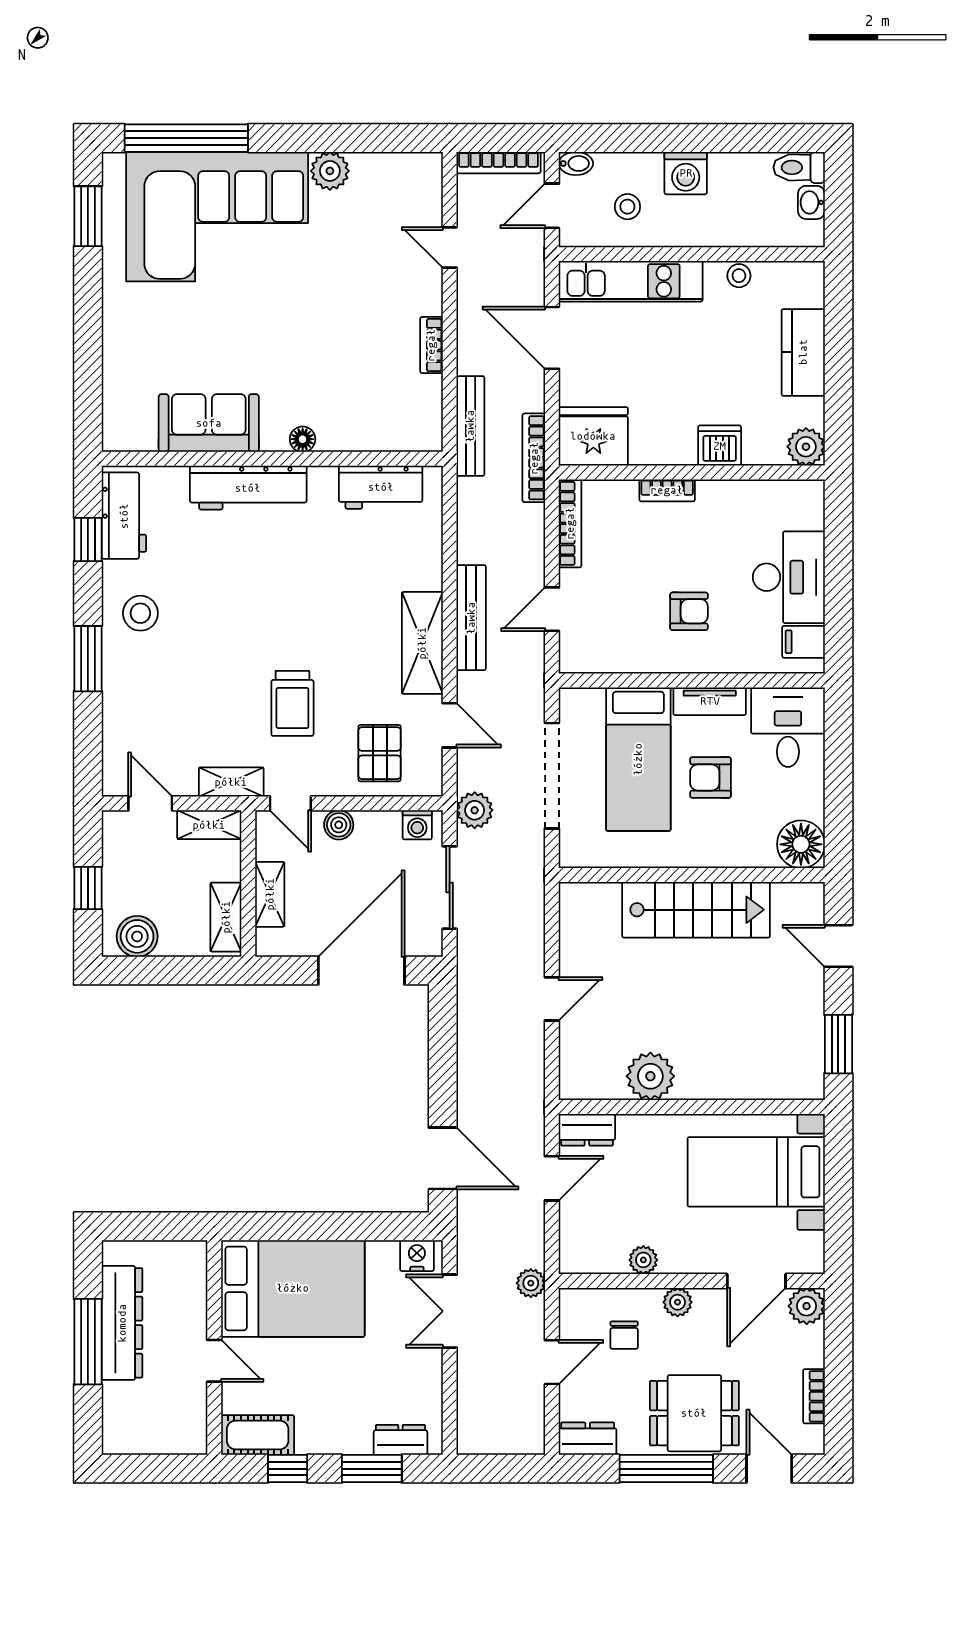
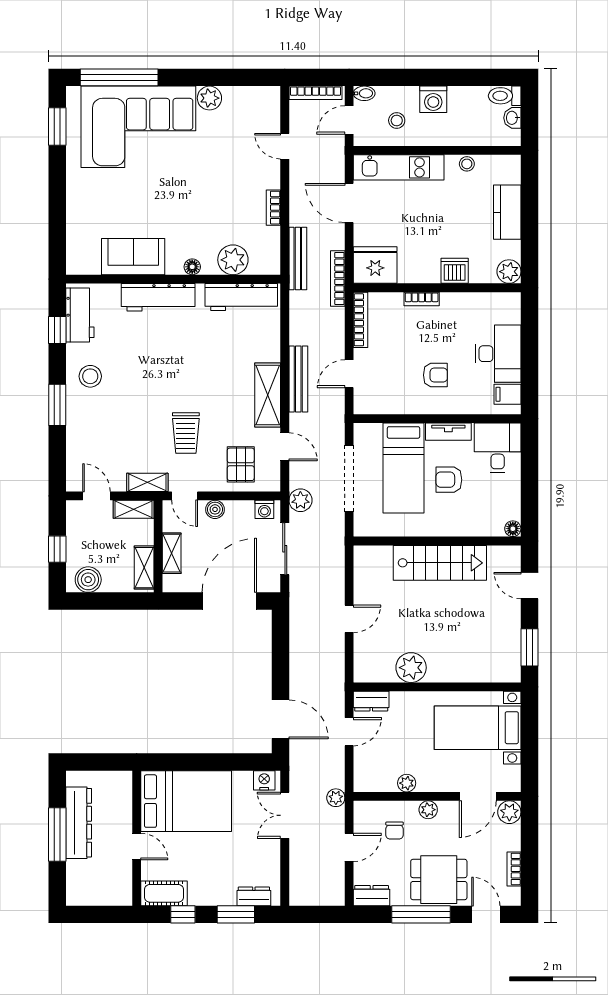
plant: (367, 428) -> (233, 260), added
workbench: (381, 487) -> (241, 297), width x1.38
floor lamp: (801, 844) -> (513, 529), width x0.53, depth x0.53

